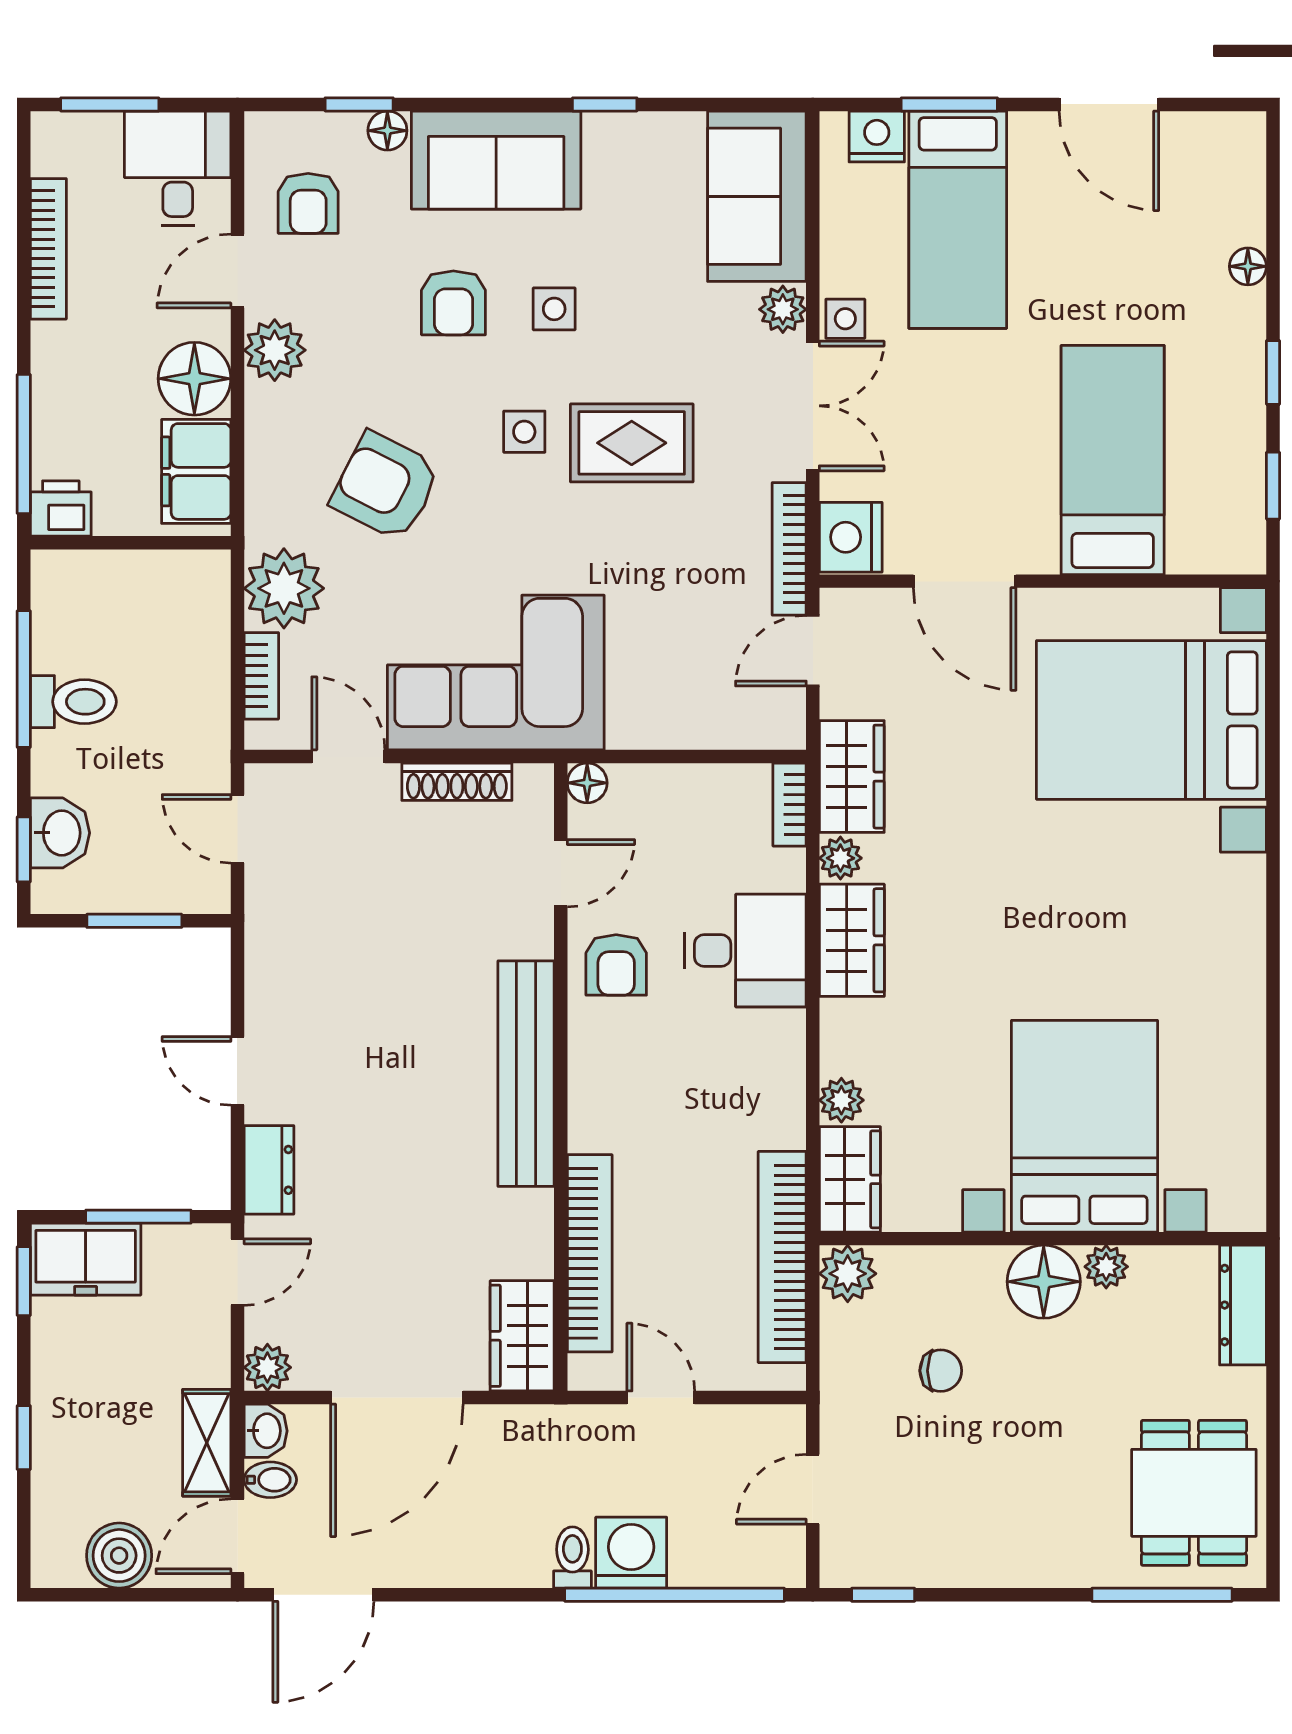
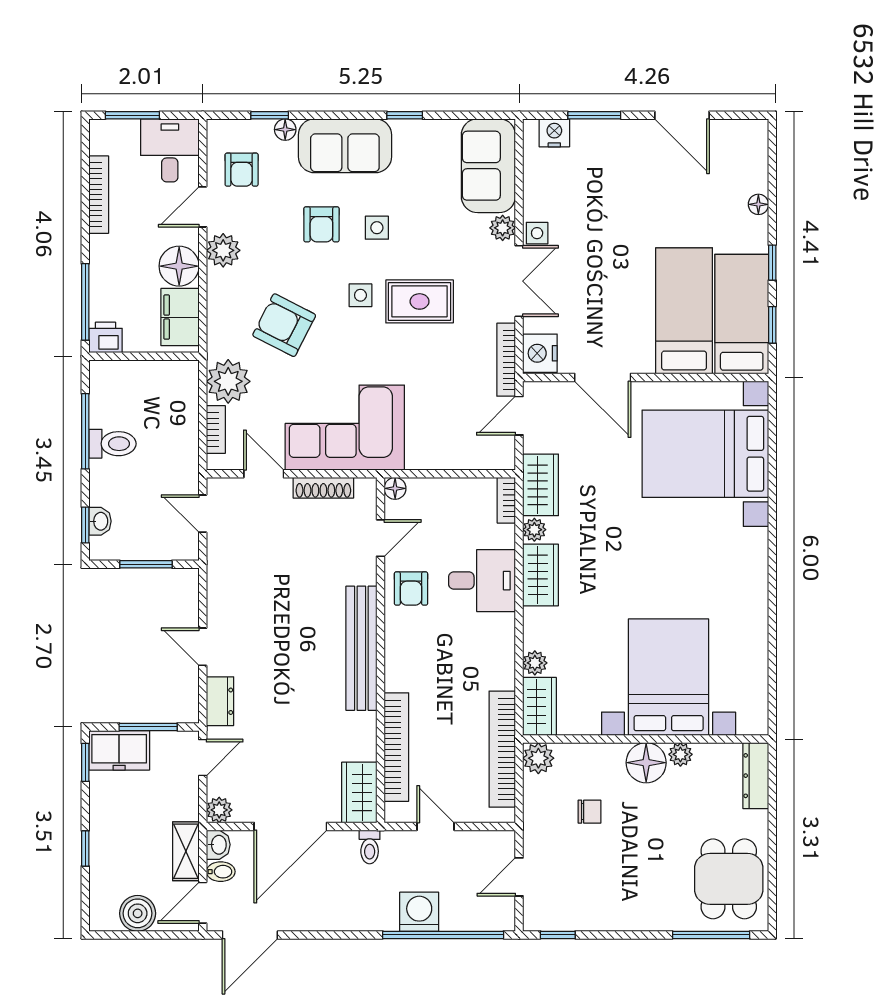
bed: (958, 220) -> (742, 314), moved, turned 180
washbasin: (60, 833) -> (100, 521), width x0.72, depth x0.69
toilet: (572, 1557) -> (370, 847), moved, turned 180

